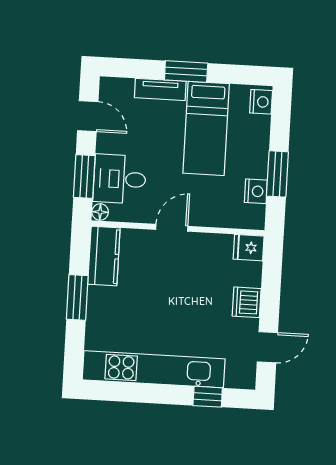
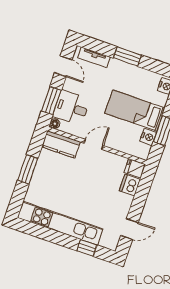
tv unit: (160, 89) -> (94, 57), moved
bed: (206, 128) -> (135, 111), moved, turned 90
kitchen counter: (104, 256) -> (61, 144), moved, turned 90
dishwasher: (247, 302) -> (130, 185), moved

